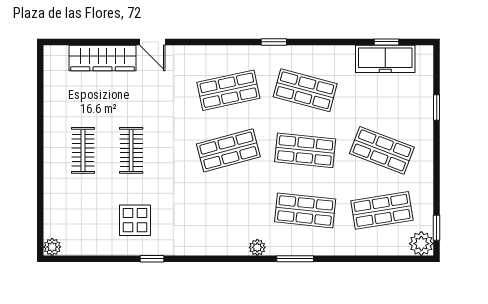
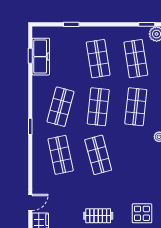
shop shelf: (382, 150) -> (98, 59), turned -30

